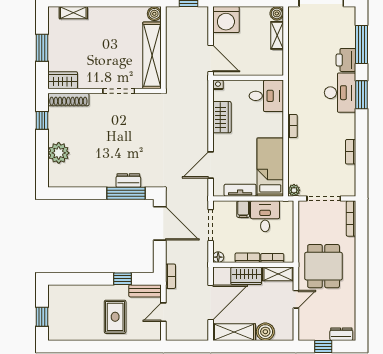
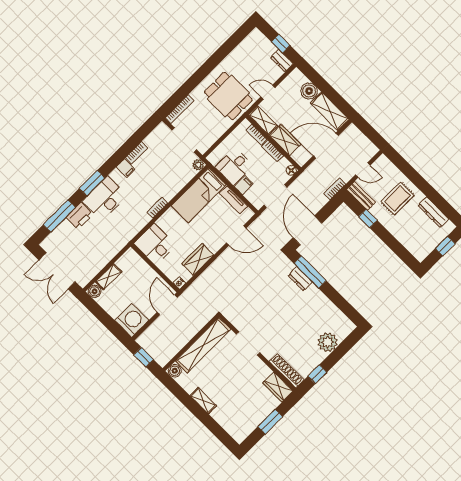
shelving: (73, 13) -> (203, 401), moved
filing cabinet: (347, 132) -> (126, 168), added
dining table: (324, 266) -> (228, 96), turned 90
dresser: (77, 334) -> (433, 212), added
dresser: (341, 334) -> (282, 61), moved

